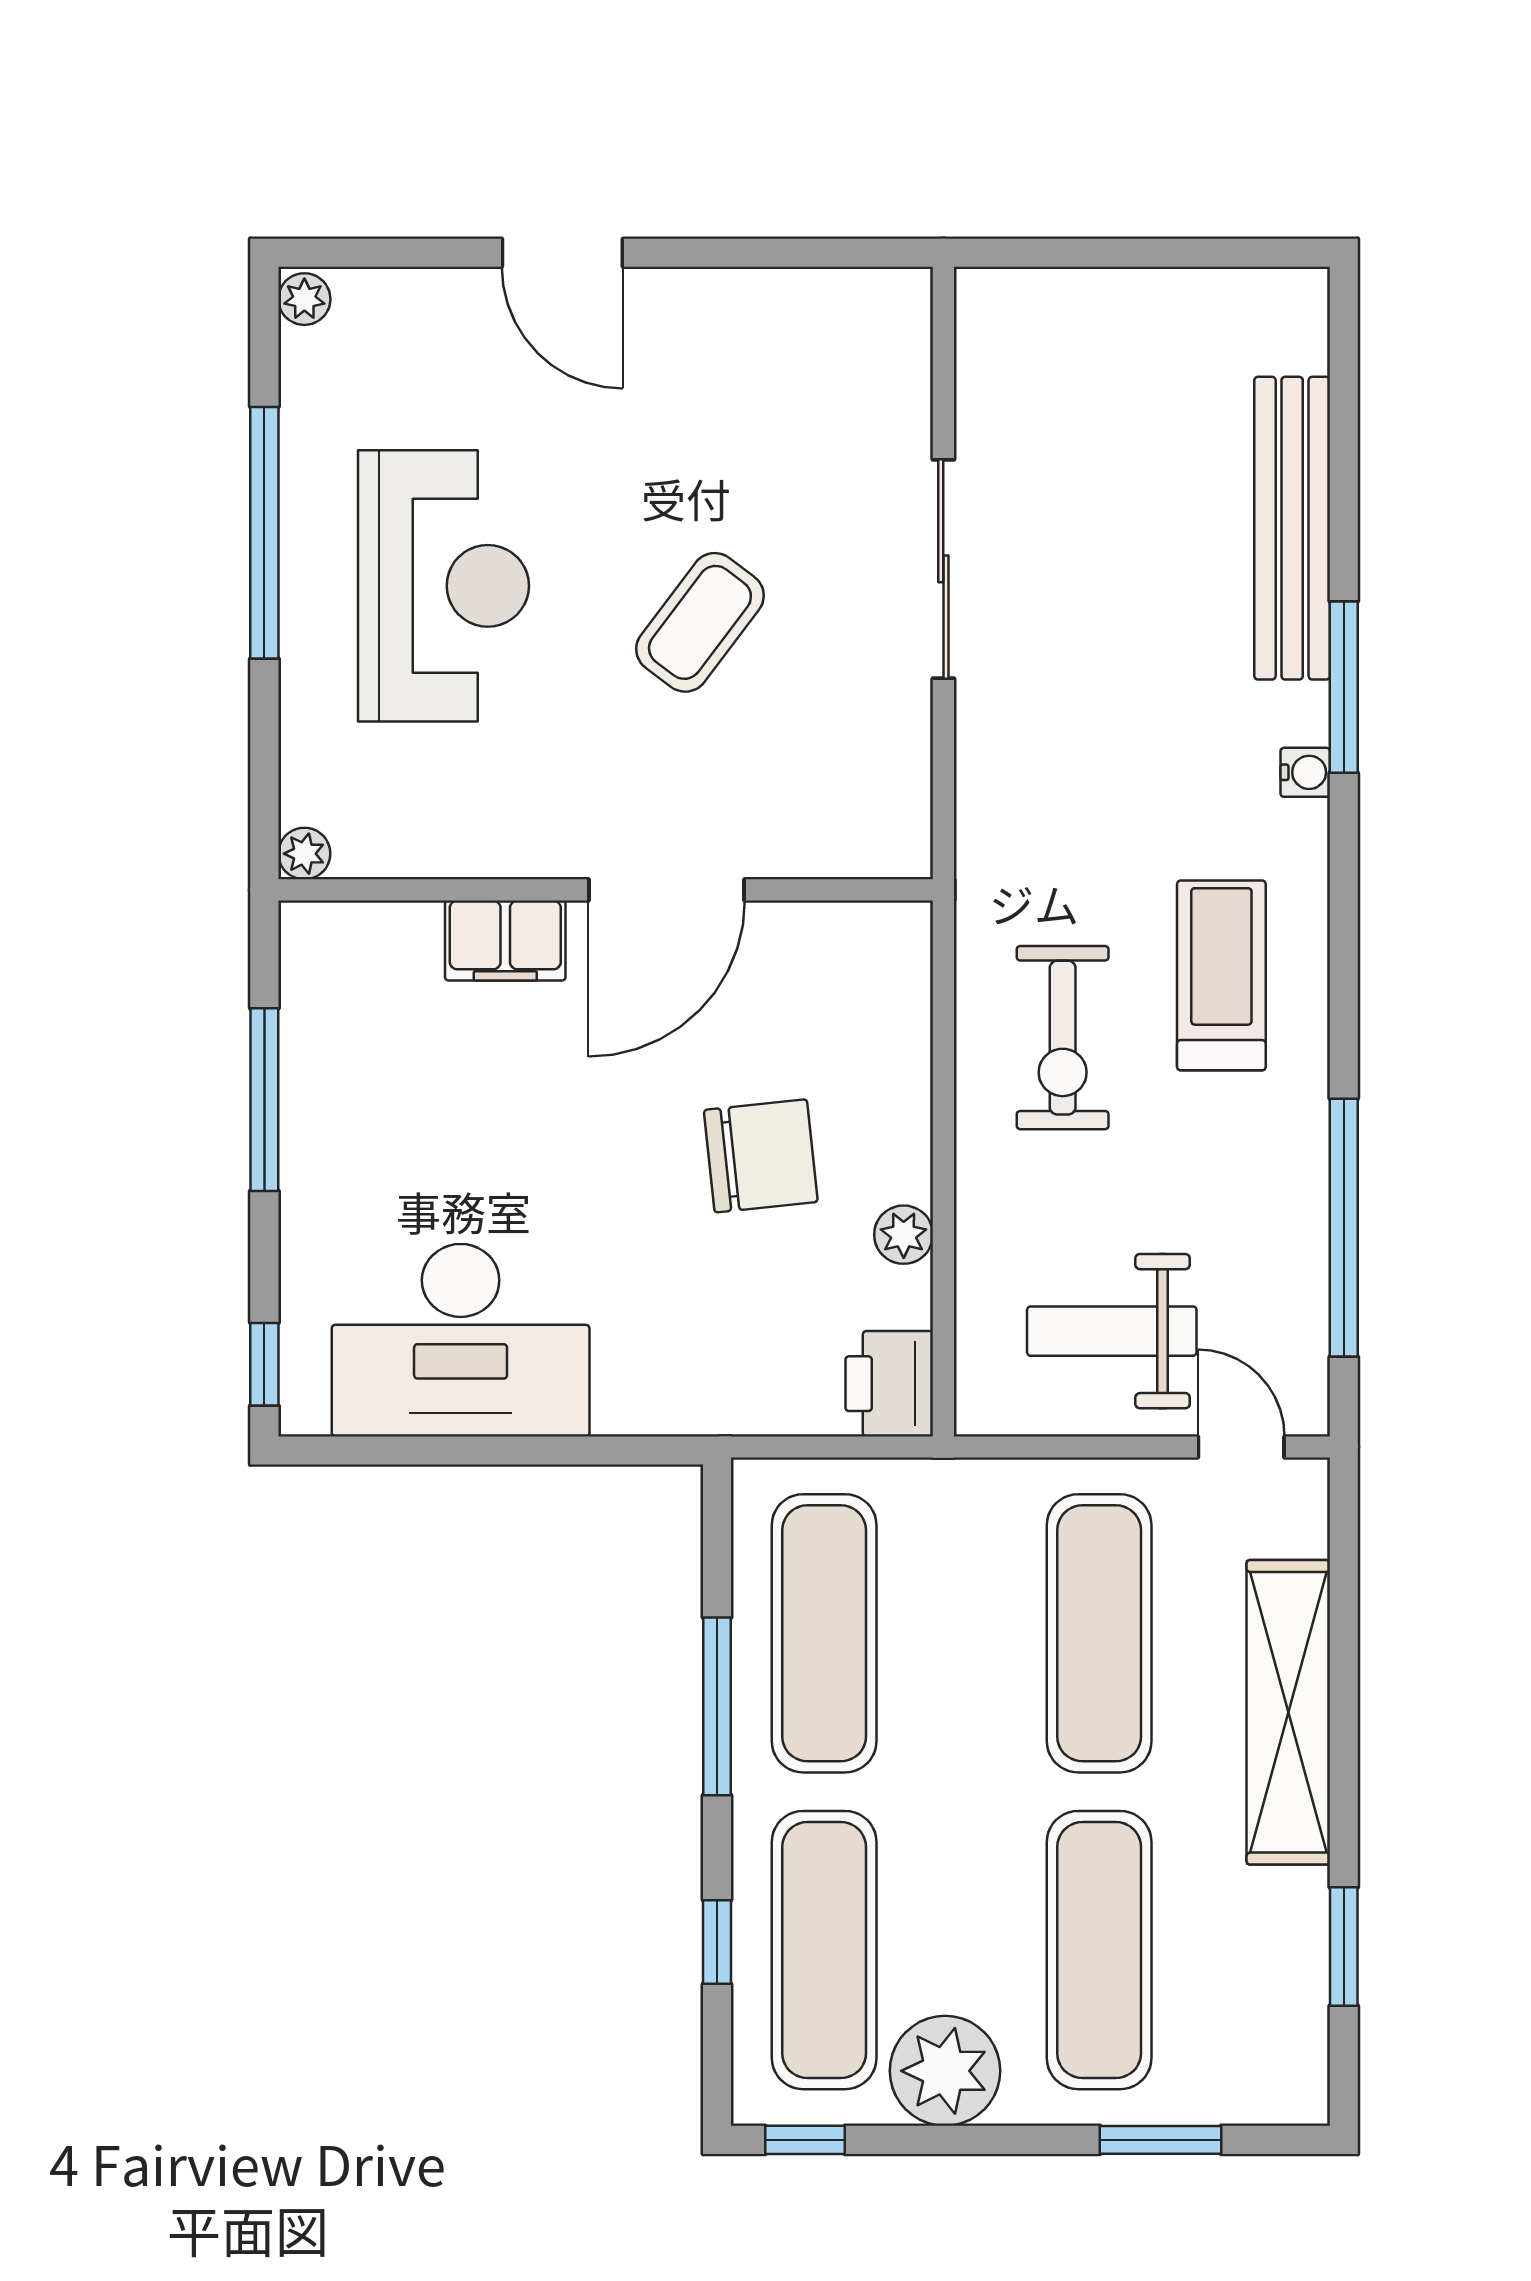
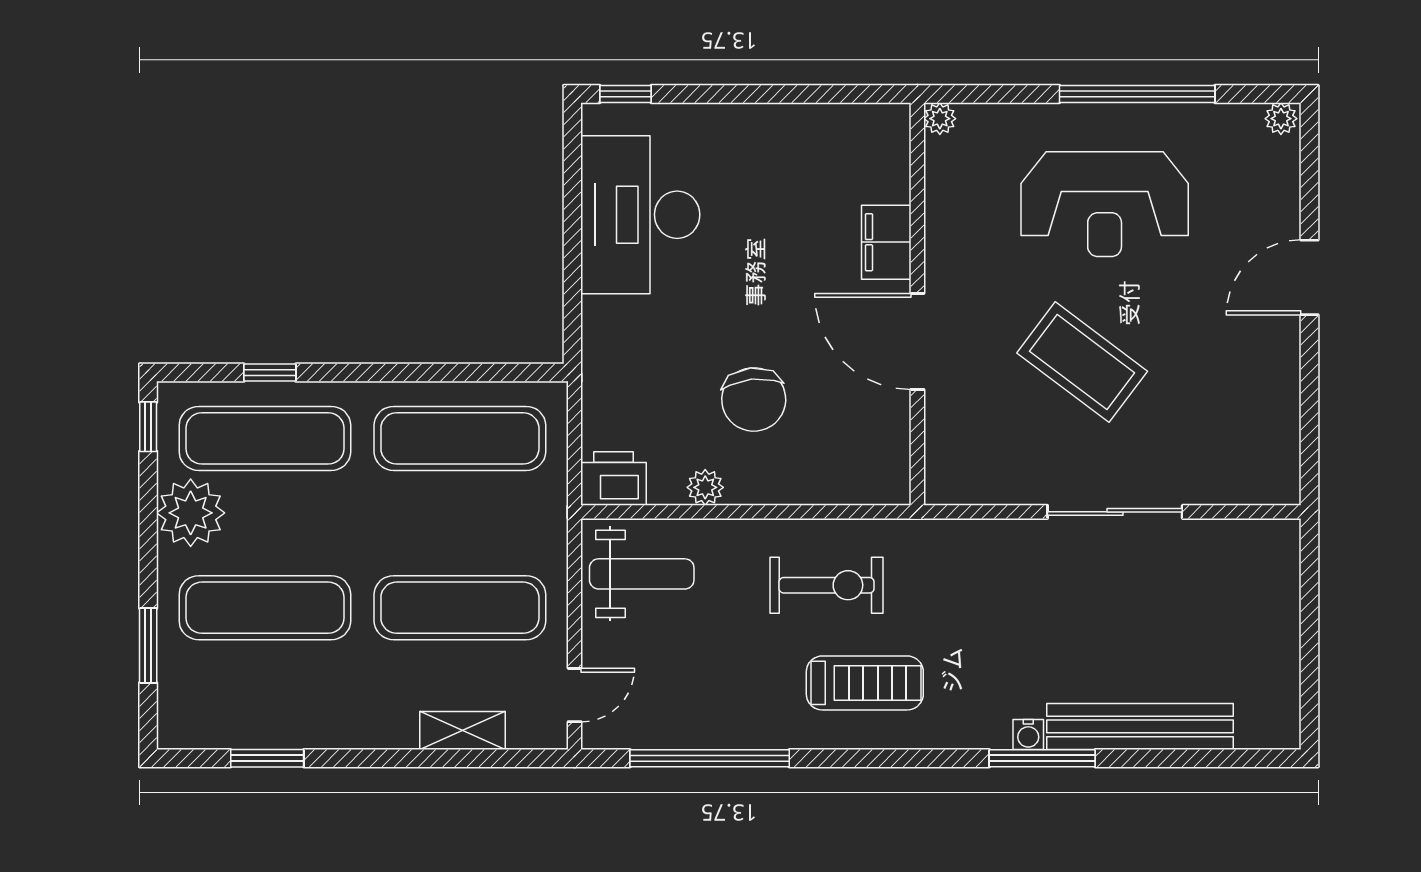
coffee table: (700, 622) -> (1082, 362), width x1.36, depth x1.32
water cooler: (1305, 772) -> (1028, 735), moved
exercise bike: (1063, 1038) -> (827, 585), turned 180
window: (264, 1100) -> (788, 94), removed
weight bench: (1112, 1331) -> (642, 574), moved, turned 90
window: (717, 1706) -> (415, 373), removed
shelving: (1288, 1712) -> (462, 730), width x0.45, depth x0.75

